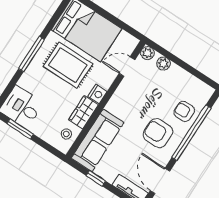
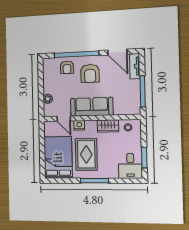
plant: (147, 53) -> (48, 112), removed
nightstand: (98, 94) -> (79, 125), moved
sofa: (98, 140) -> (92, 107), moved
window: (96, 178) -> (143, 91), width x2.17
door: (160, 181) -> (117, 52), hinge flipped

